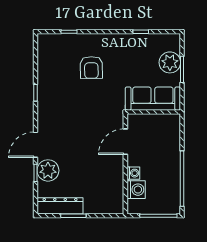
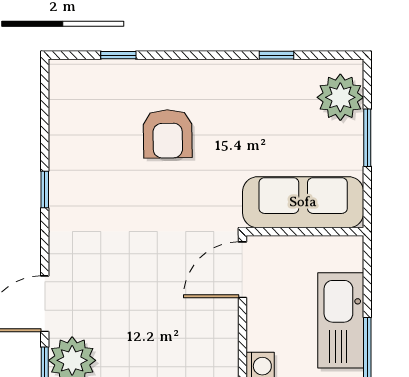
plant: (170, 62) -> (340, 97), moved
door: (125, 142) -> (243, 270), moved
kitchen sink: (170, 152) -> (341, 320), added

